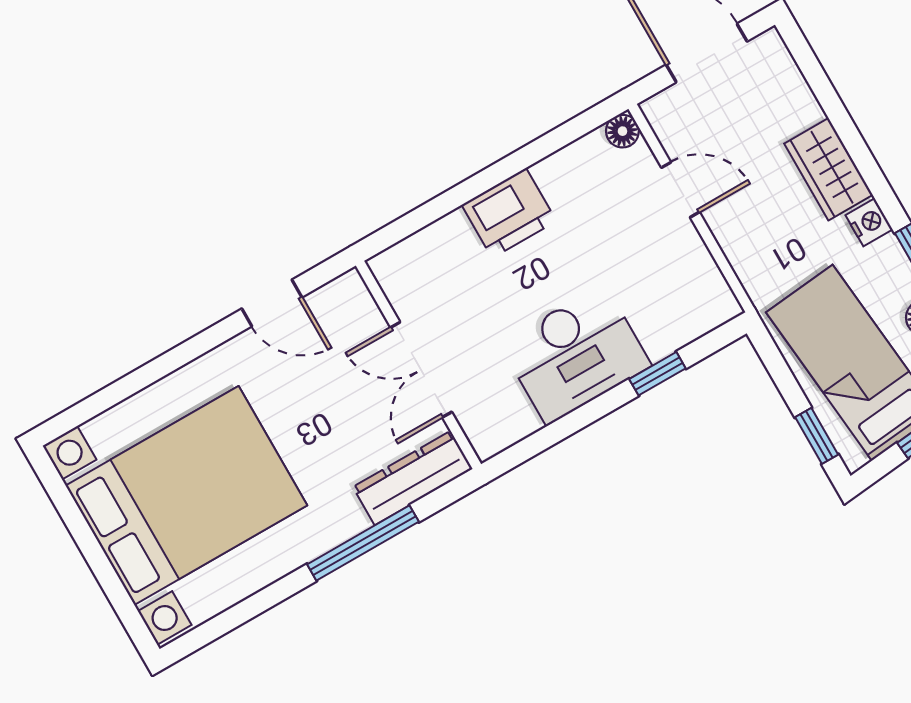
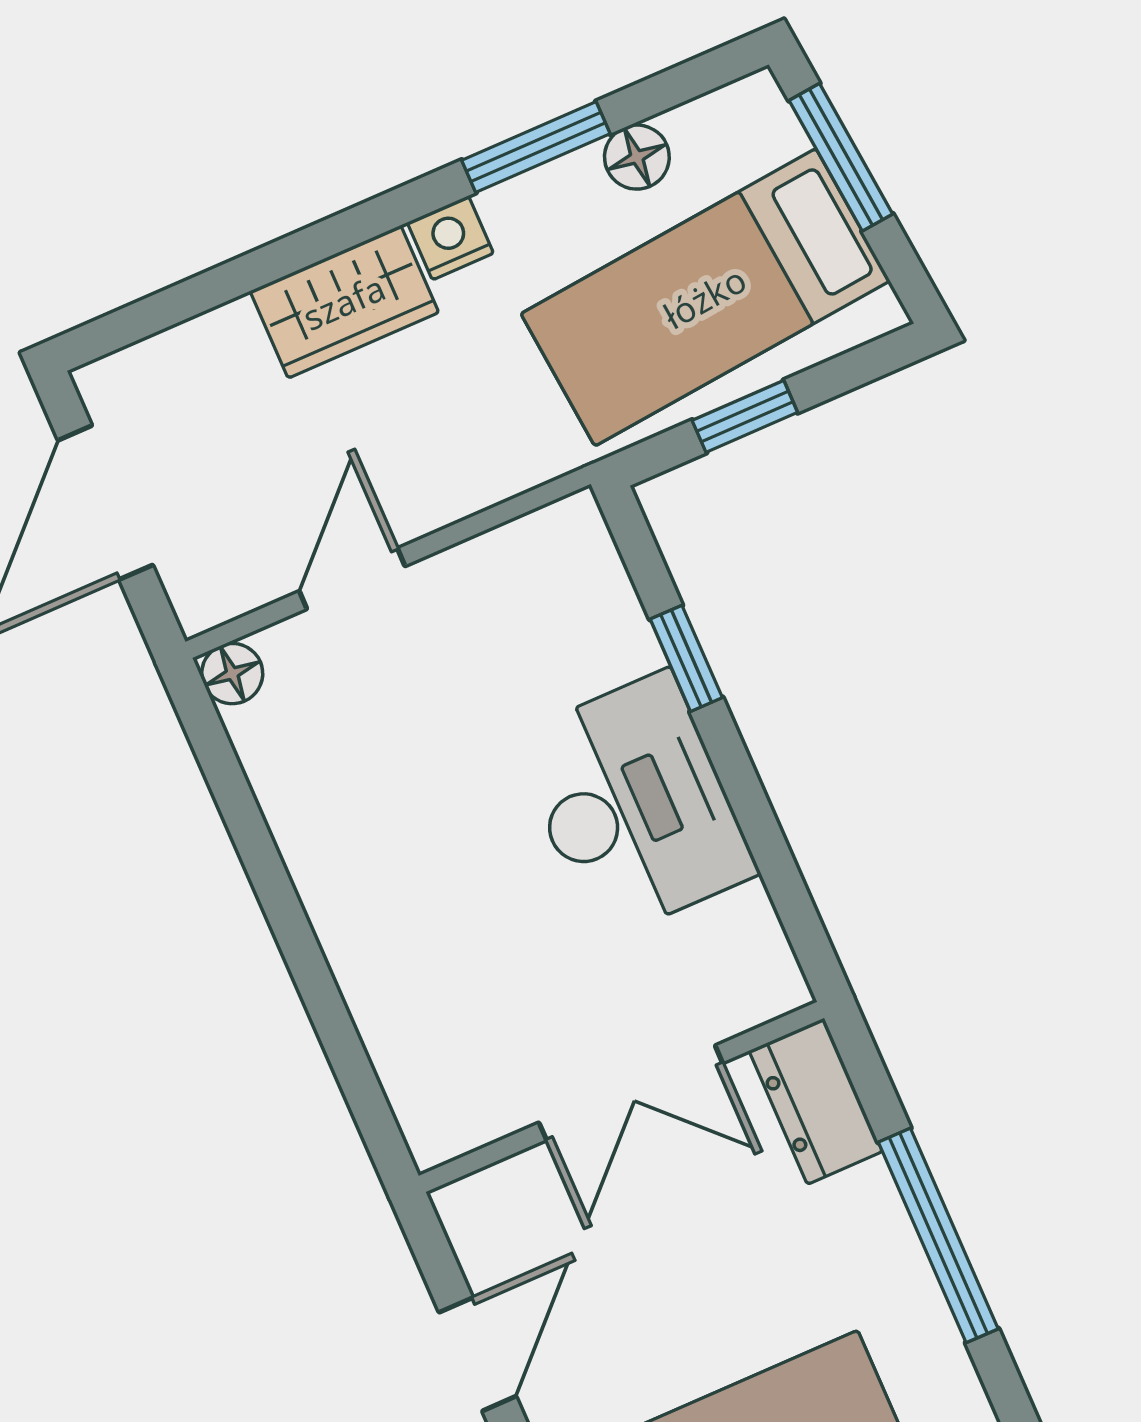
printer: (509, 213) -> (360, 899), removed
window: (817, 436) -> (745, 416), moved
dresser: (413, 478) -> (816, 1101), width x0.70

